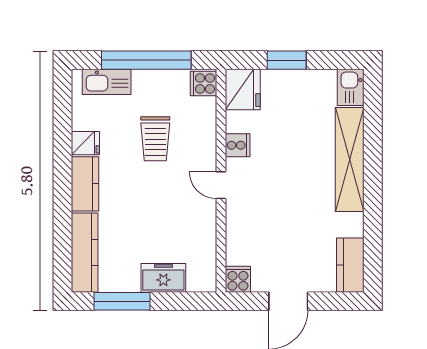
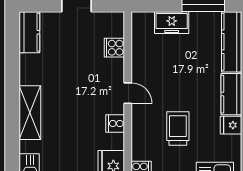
shelving: (350, 159) -> (30, 113), width x0.68
cooker: (238, 279) -> (114, 48), moved, turned 90

